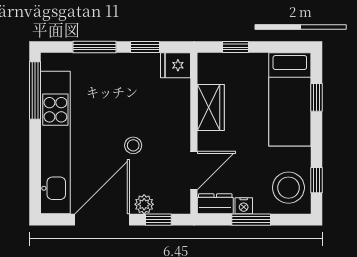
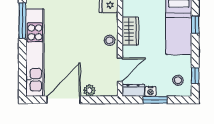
stool: (133, 145) -> (110, 40), moved
stool: (288, 188) -> (178, 80), width x0.53, depth x0.53
window: (158, 220) -> (98, 100), removed

